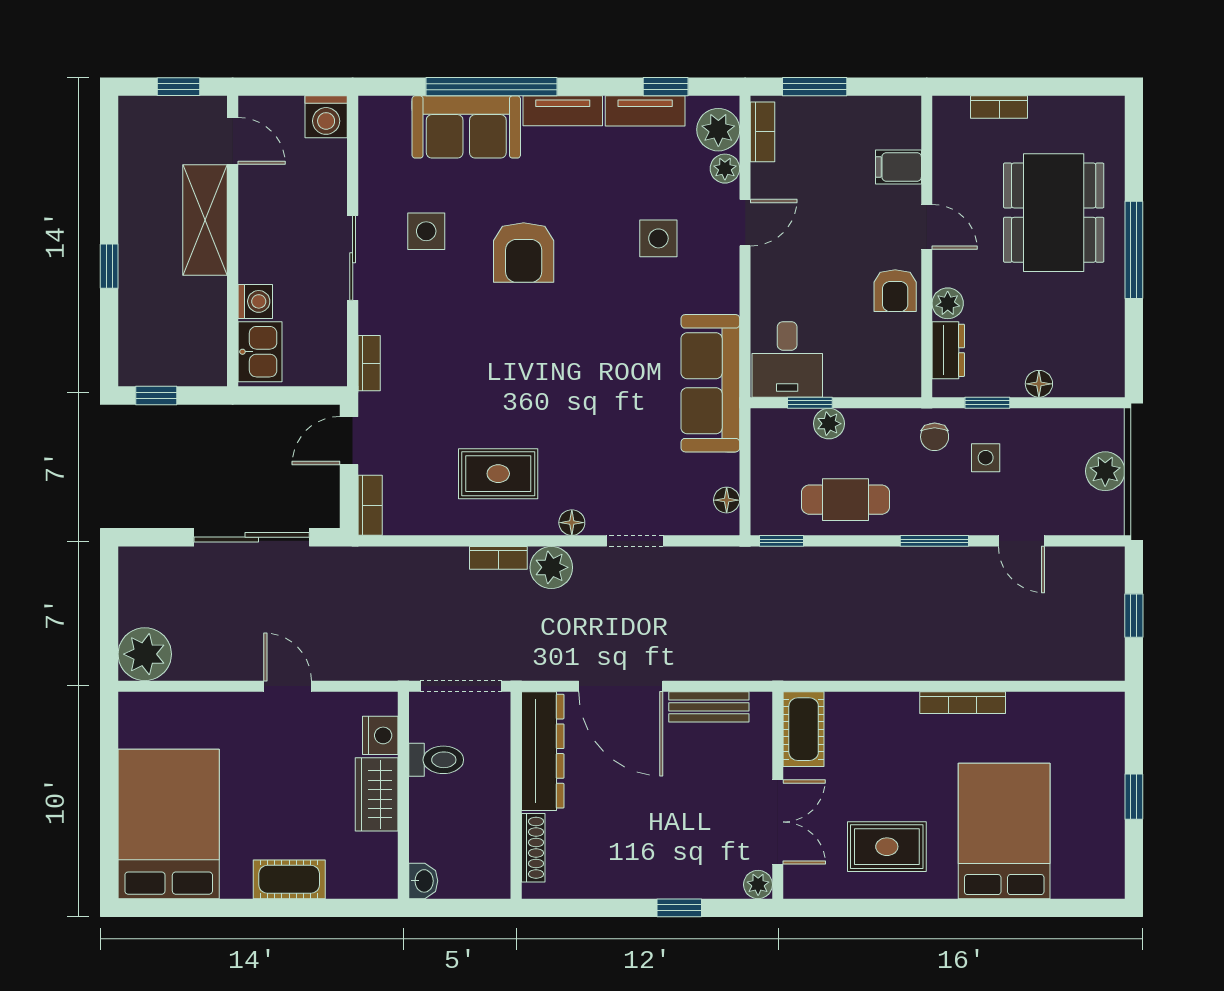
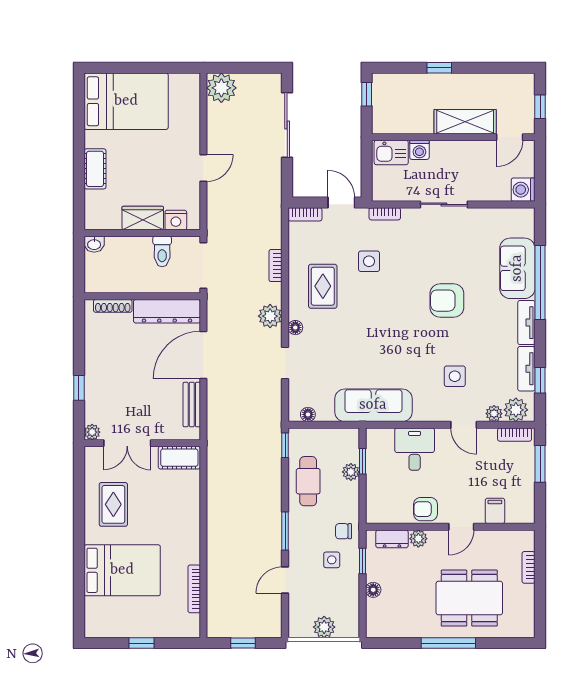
side table: (426, 231) -> (369, 261), moved
desk: (787, 359) -> (415, 449), moved, turned 90
sliding door: (252, 537) -> (287, 125), moved
bookcase: (498, 558) -> (275, 266), moved
bookcase: (963, 703) -> (194, 589), moved

